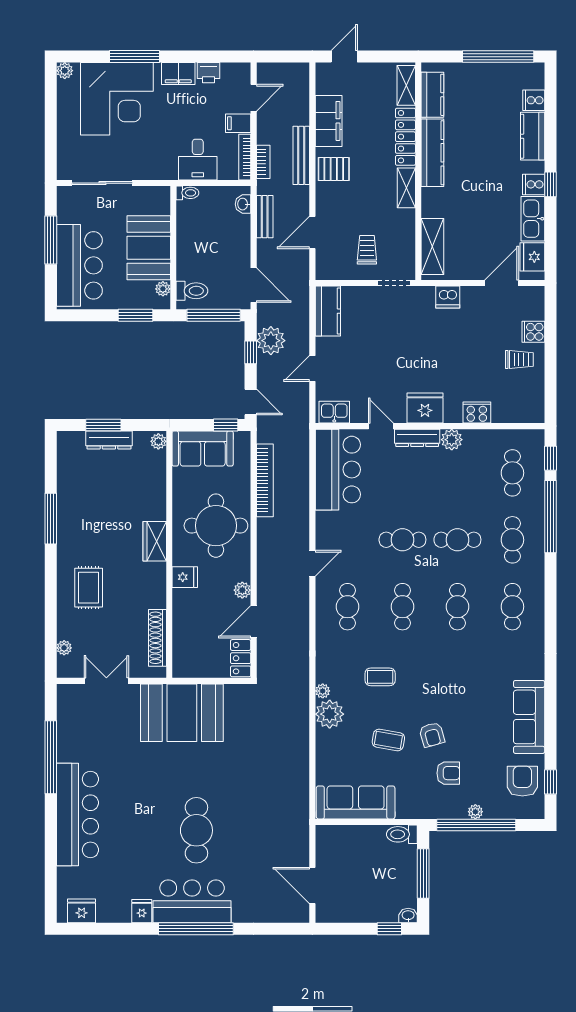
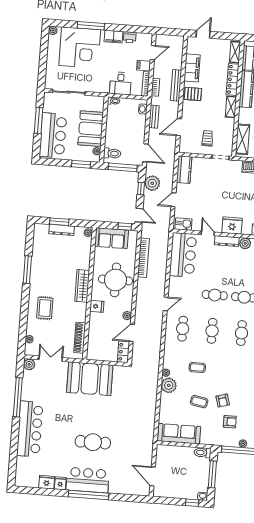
wardrobe: (155, 541) -> (82, 286), width x1.50
plant: (67, 695) -> (29, 364), added
cafe table: (196, 830) -> (93, 442), turned 90
fridge: (82, 911) -> (47, 482), moved

